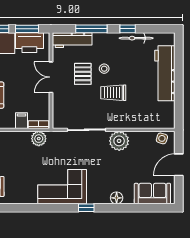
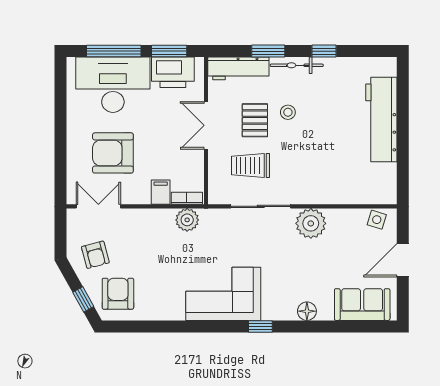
window: (91, 29) -> (268, 51), width x0.69
bicycle: (136, 38) -> (297, 65), moved
trolley: (113, 93) -> (251, 166), moved

